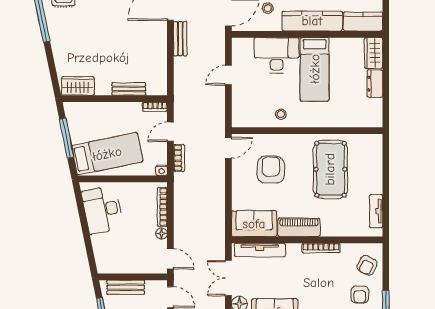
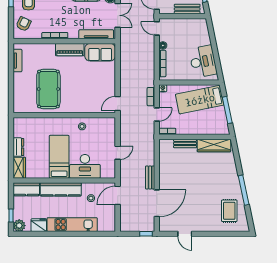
wardrobe: (78, 86) -> (214, 146), width x1.50
armchair: (271, 170) -> (89, 89), removed

